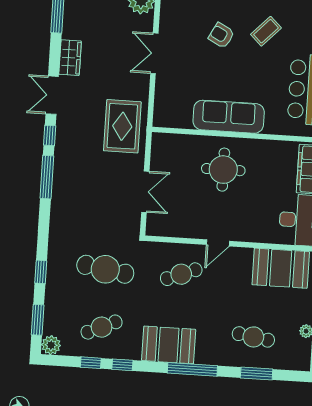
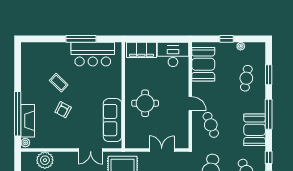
double door: (154, 53) -> (91, 150), moved
sofa: (229, 117) -> (113, 120), moved

